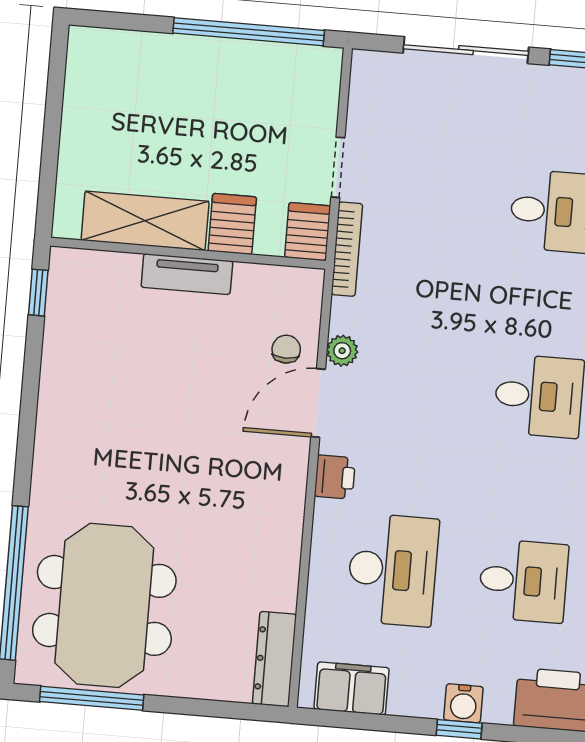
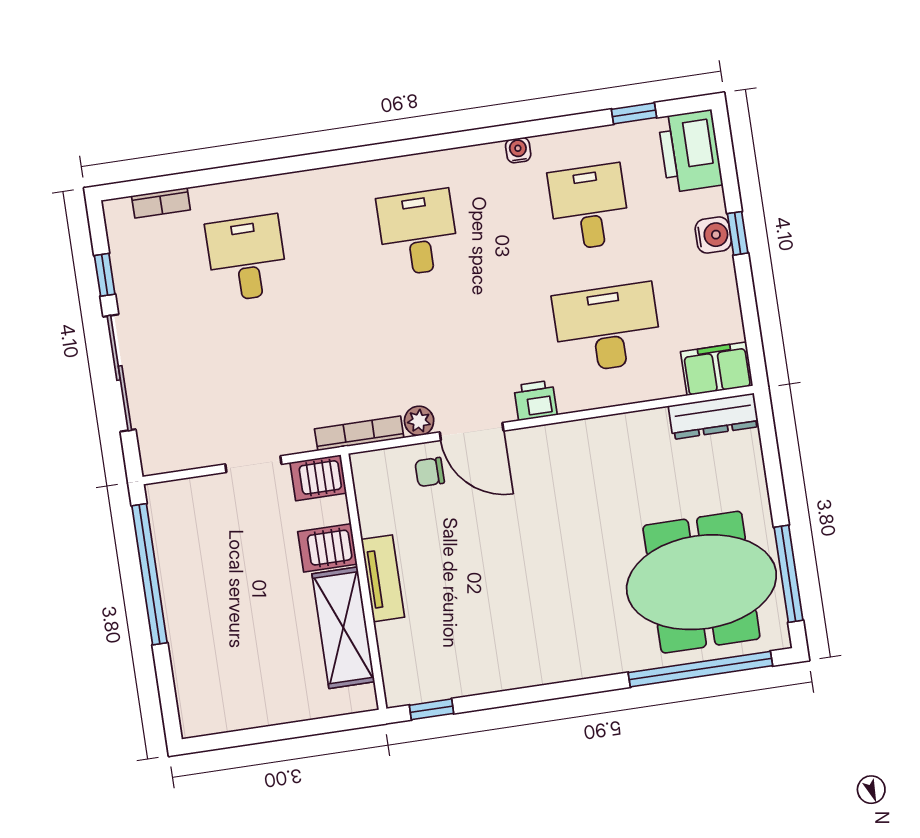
bookcase: (347, 249) -> (359, 433), moved
filing cabinet: (352, 688) -> (717, 369), moved, turned 90

